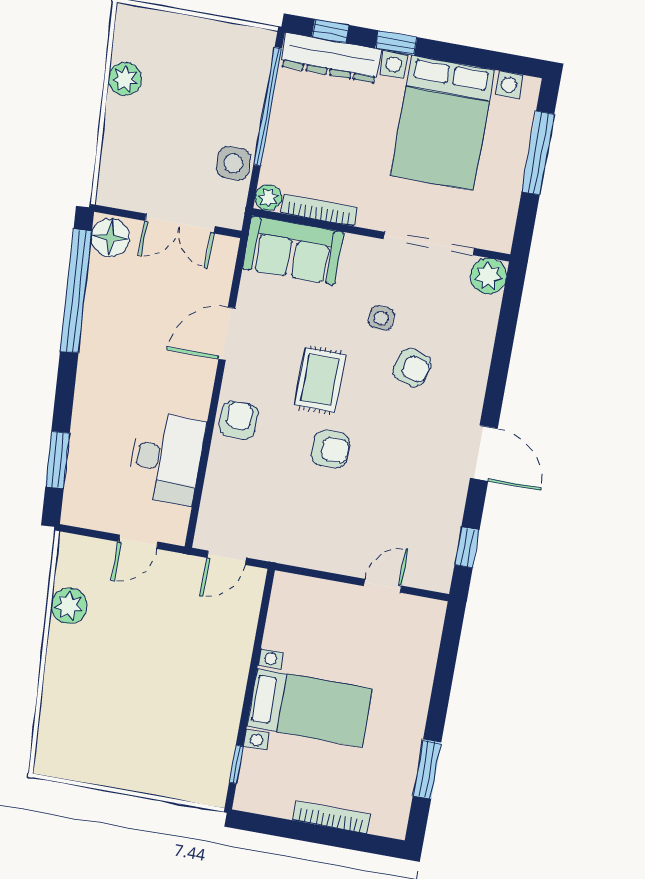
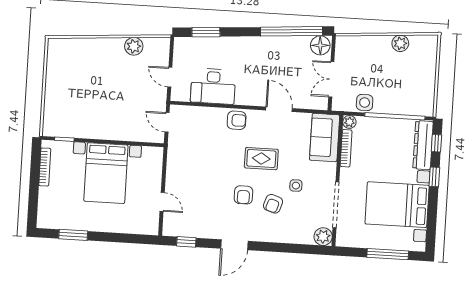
armchair: (331, 449) -> (243, 195), moved
bed with nightstands: (310, 708) -> (106, 173), width x1.36
bookcase: (331, 817) -> (45, 167), moved

